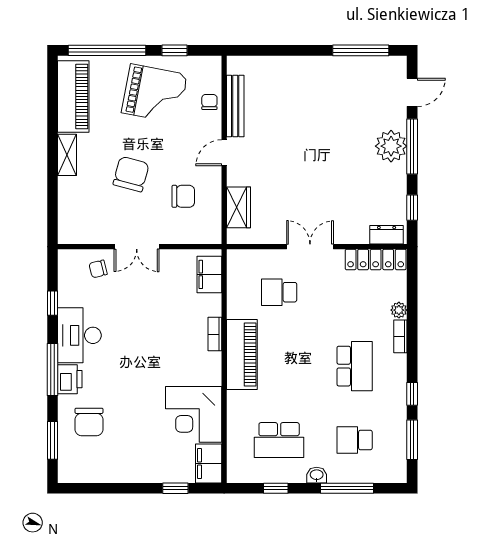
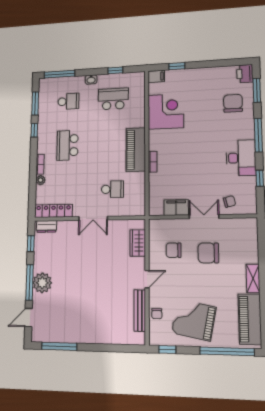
window: (175, 50) -> (167, 350), moved
chair: (131, 174) -> (208, 253), moved, turned 75
filing cabinet: (209, 274) -> (176, 207), moved, turned -90
printer: (70, 379) -> (245, 74), moved
filing cabinet: (209, 464) -> (156, 76), width x0.50
window: (347, 488) -> (59, 74), moved

